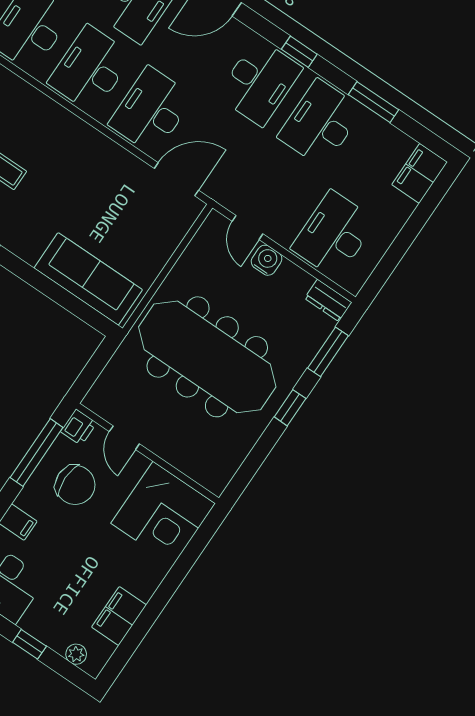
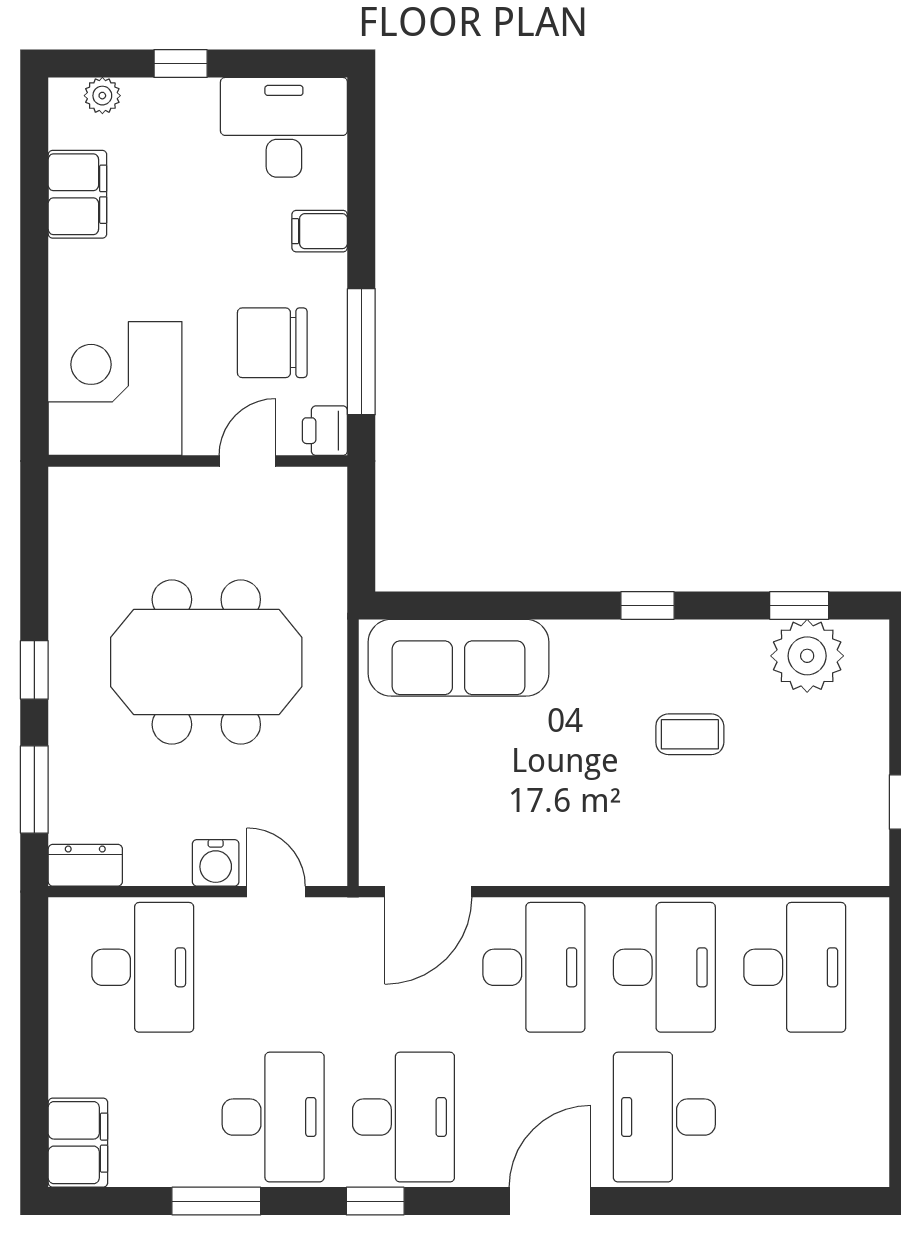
desk: (260, 82) -> (404, 1117), turned 180
meeting table: (207, 357) -> (206, 662), width x0.73
door: (124, 438) -> (247, 461), hinge flipped

